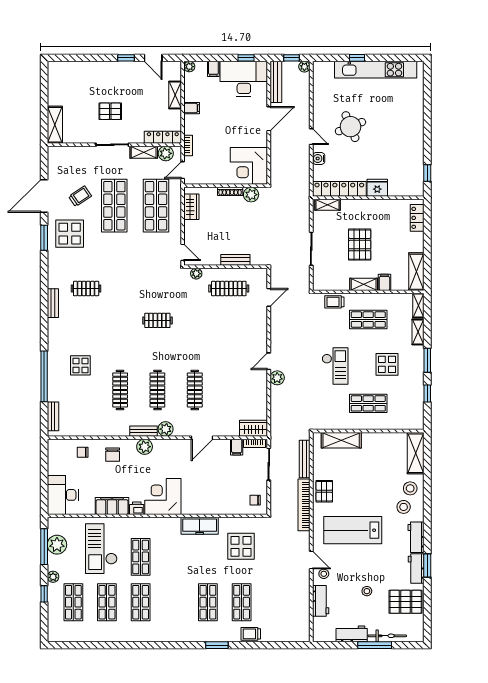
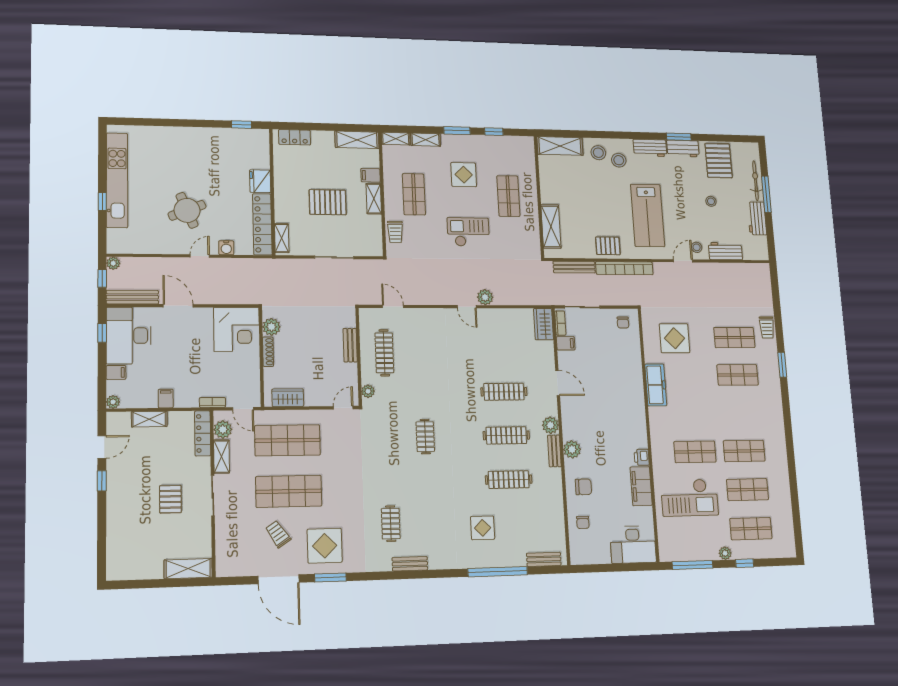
corner desk: (163, 497) -> (626, 427), removed
plant: (57, 545) -> (689, 550), removed

